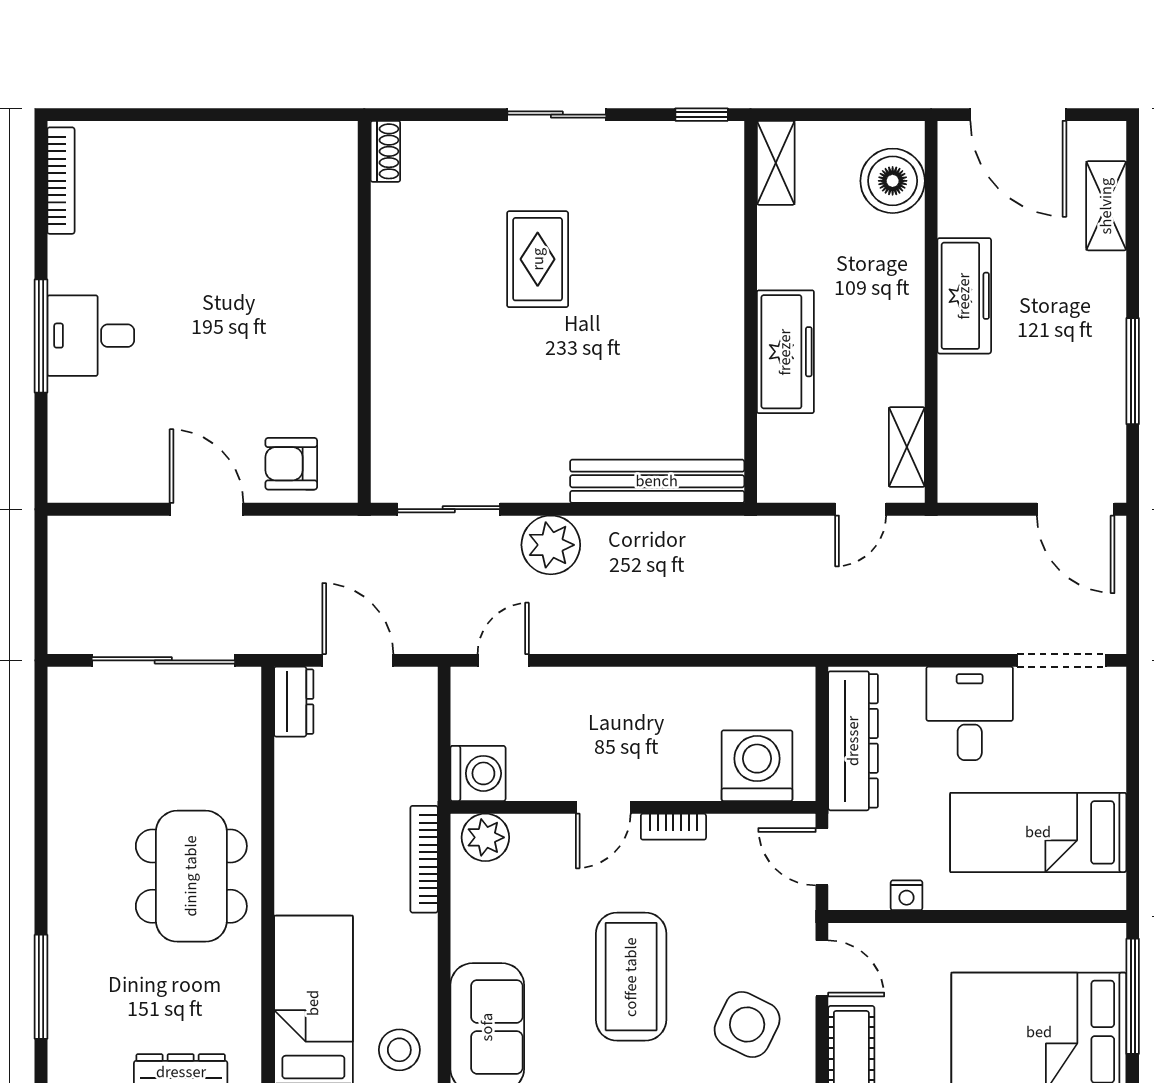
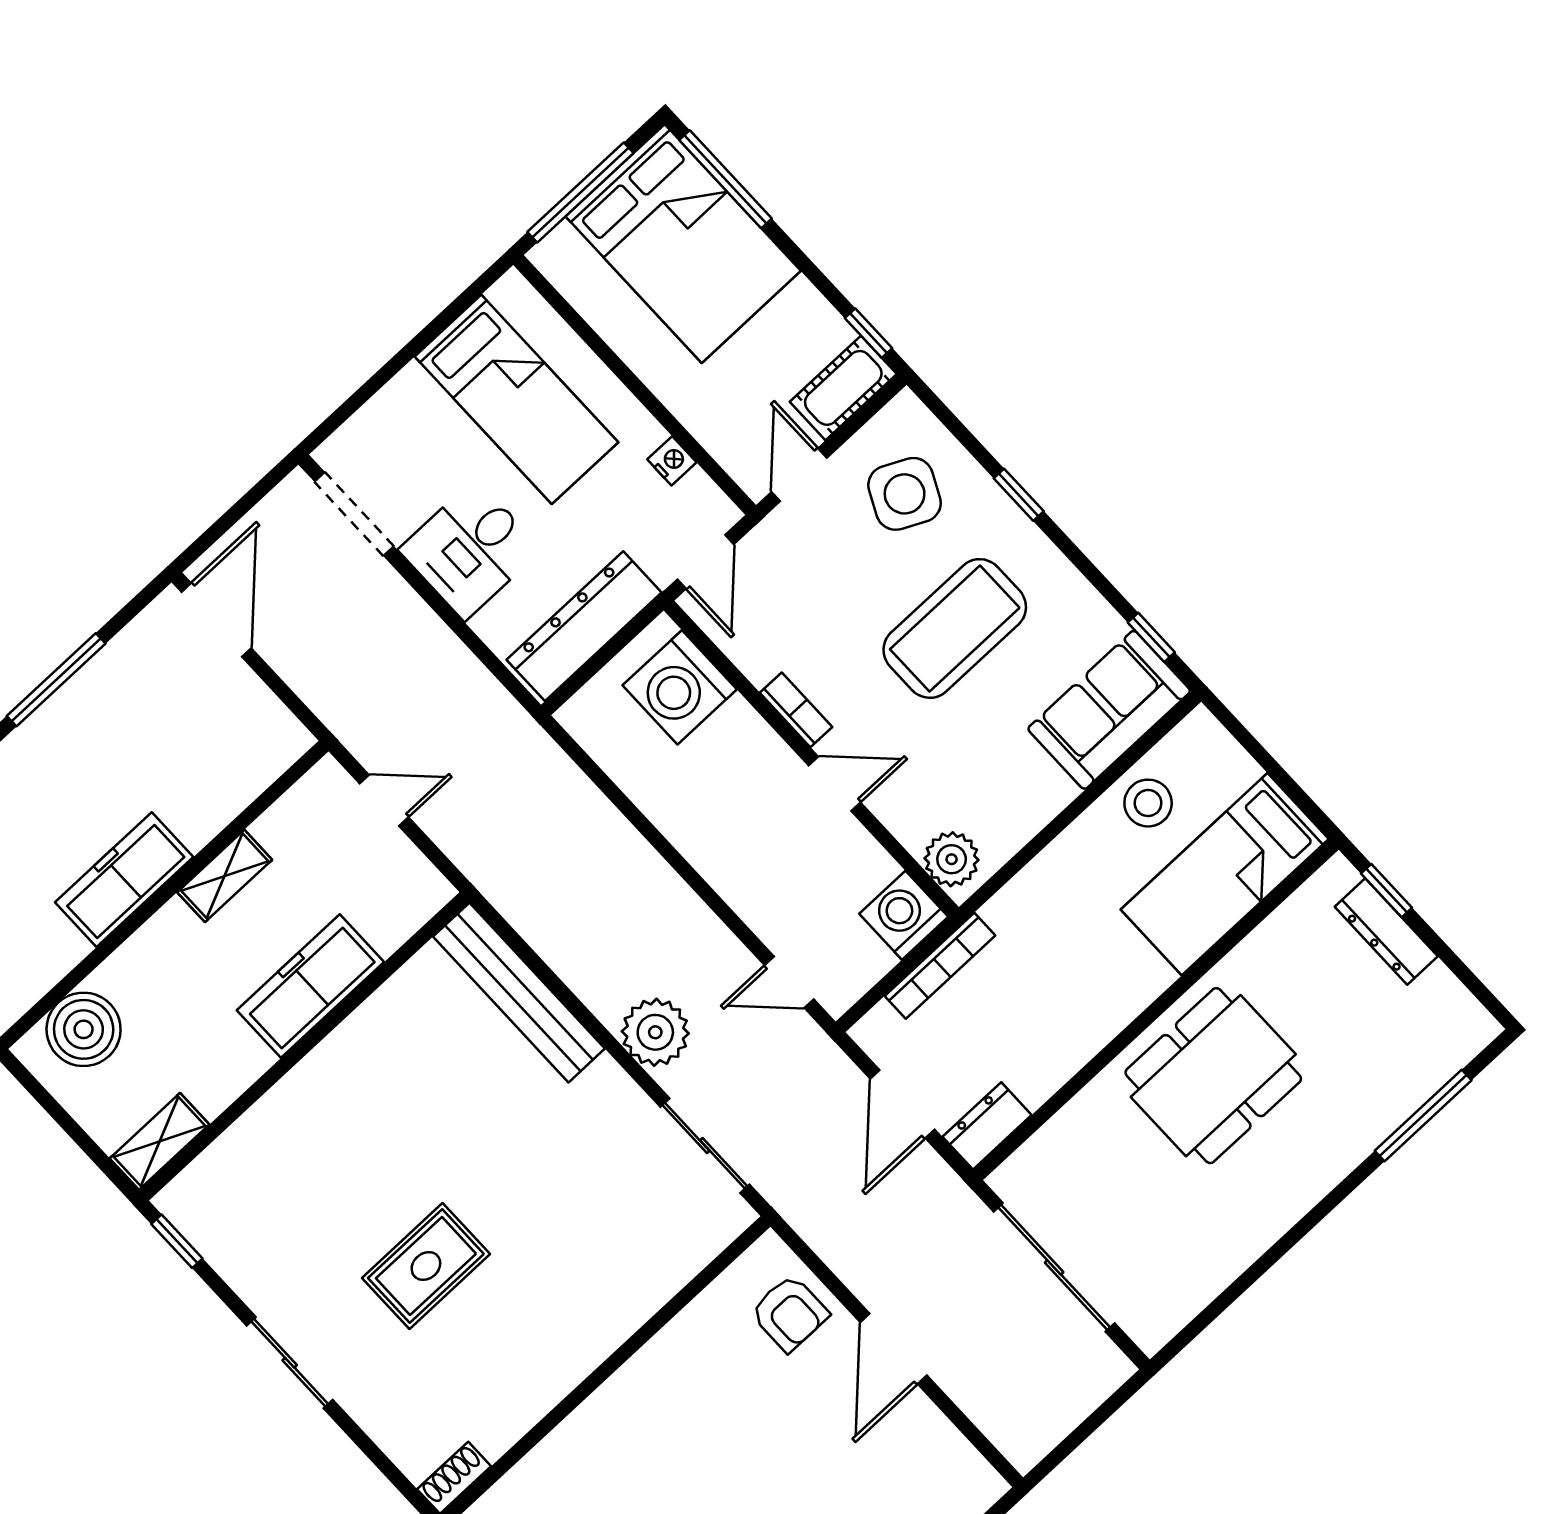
shelving: (907, 447) -> (225, 876), moved
bookcase: (424, 859) -> (940, 966), moved
stool: (399, 1050) -> (1148, 803), moved

